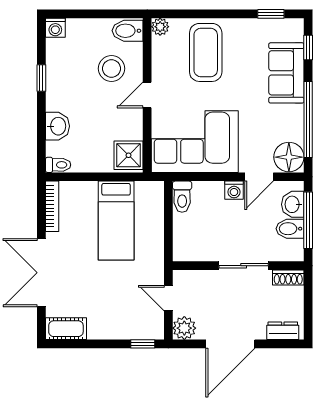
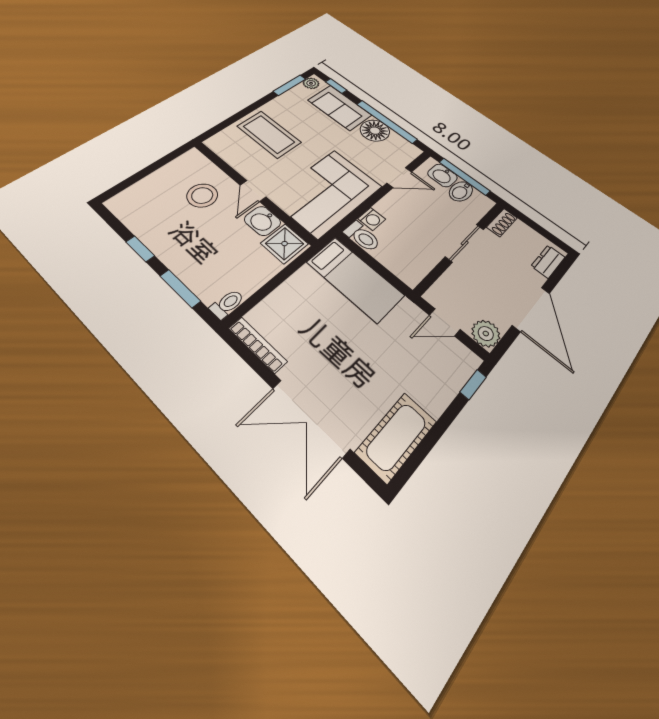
window: (271, 14) -> (289, 85), width x1.50
plant: (160, 27) -> (311, 83), moved
washing machine: (55, 28) -> (118, 203), removed
bidet: (128, 31) -> (190, 162), removed
washbasin: (57, 126) -> (263, 221), moved, turned 180
window: (41, 129) -> (180, 289), added
floor lamp: (289, 157) -> (375, 131), moved
door: (259, 177) -> (399, 177), hinge flipped
washing machine: (234, 190) -> (372, 219), moved
bed: (116, 221) -> (355, 279), moved
cot: (66, 329) -> (396, 437), width x1.37, depth x1.34

